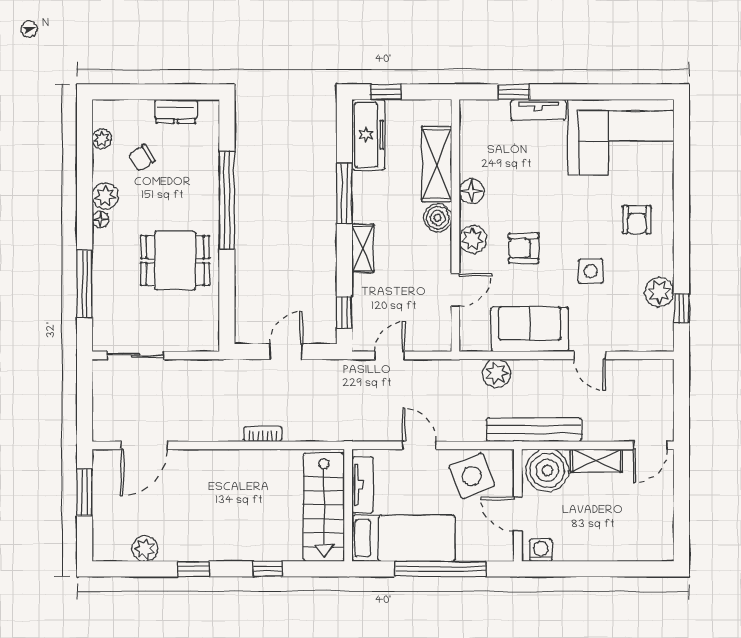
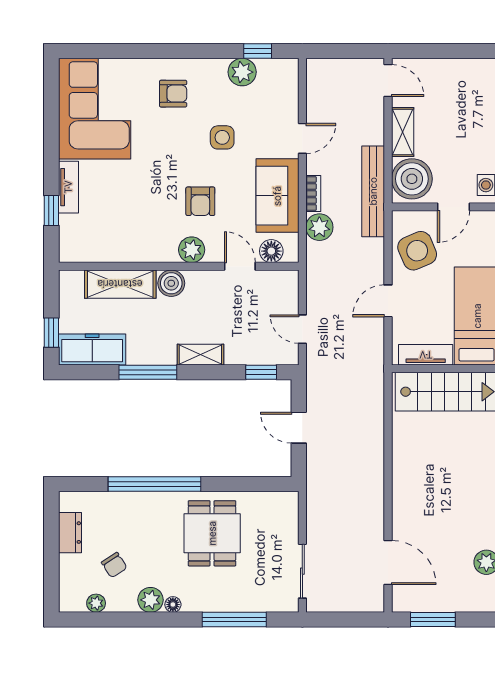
floor lamp: (471, 191) -> (271, 251), moved
bookcase: (263, 434) -> (313, 194), moved, turned 180

